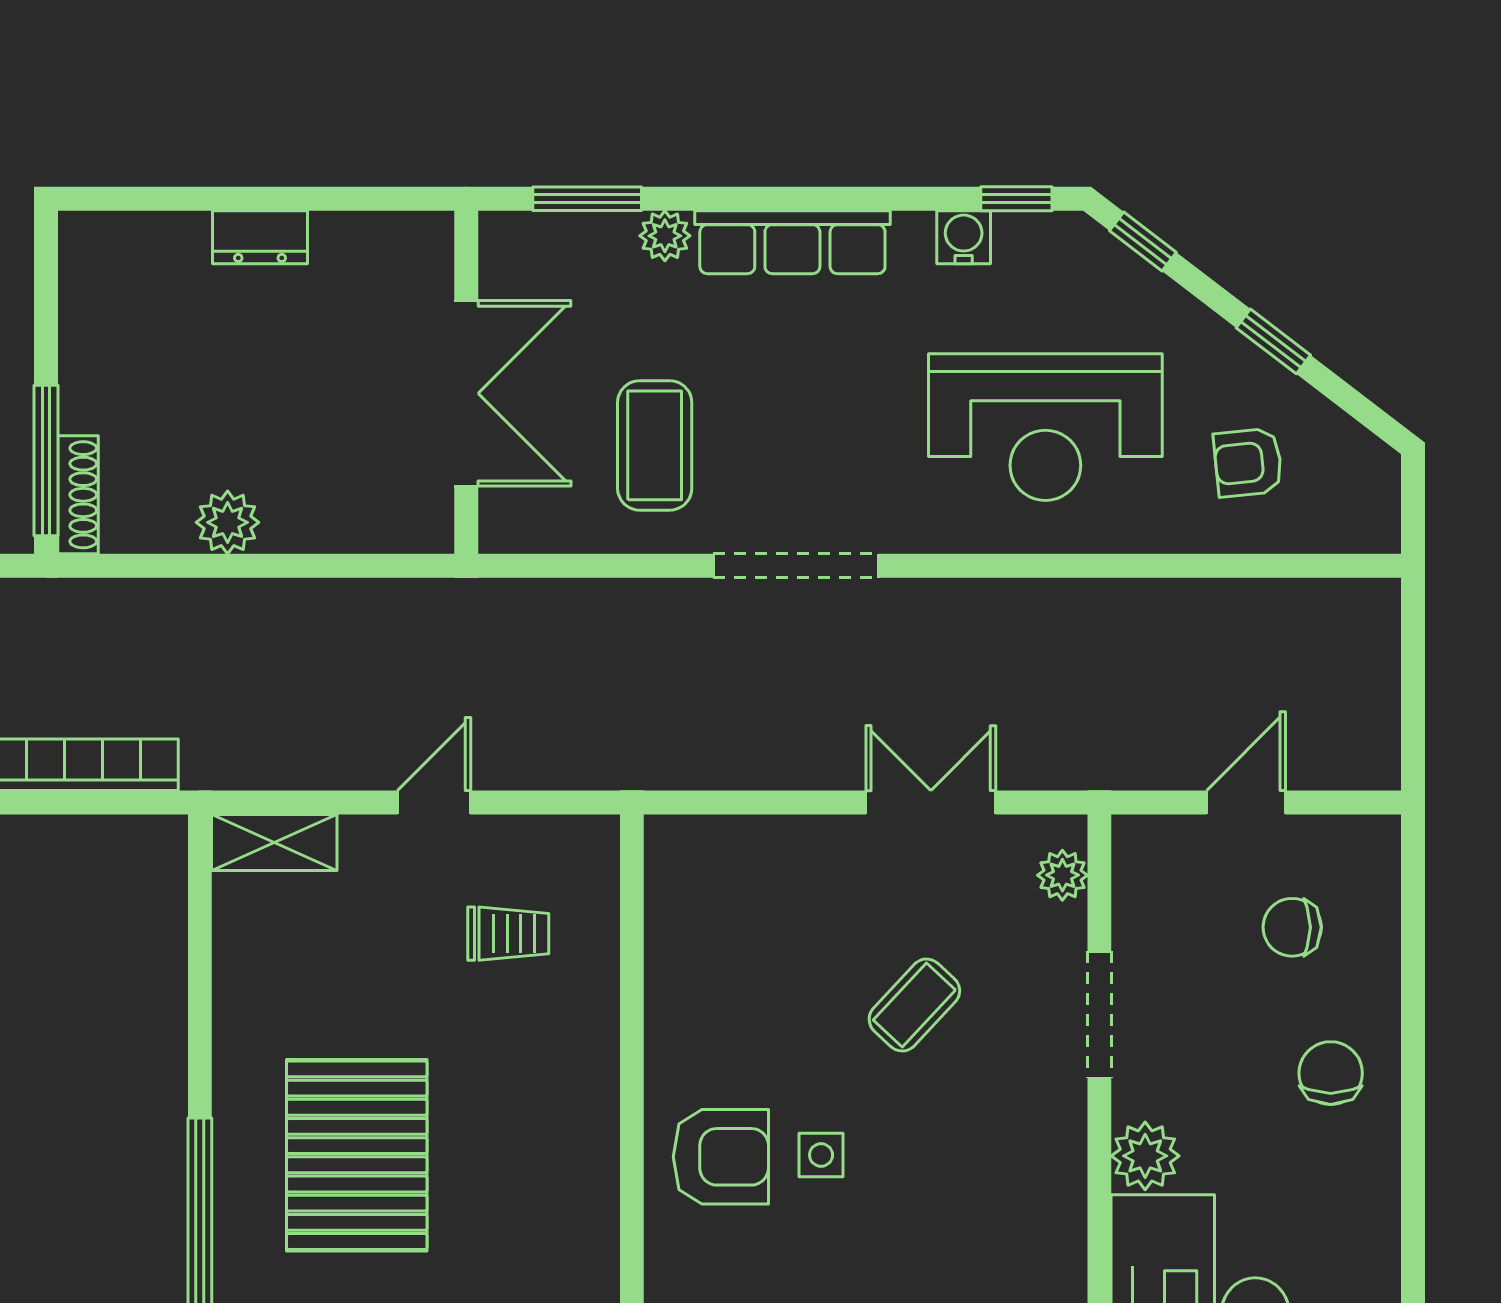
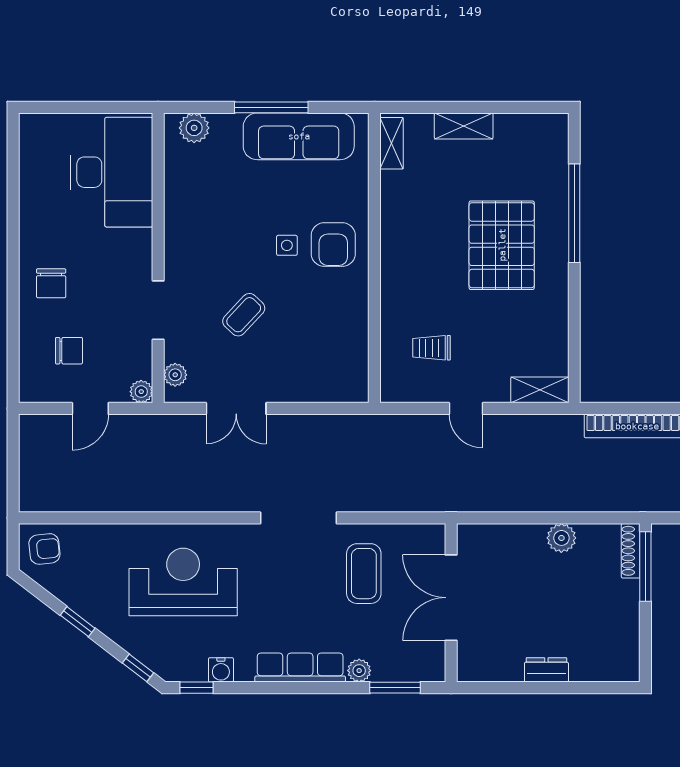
armchair: (1248, 463) -> (44, 549), moved
door: (434, 802) -> (466, 408), hinge flipped
plant: (1145, 1156) -> (141, 392), moved, width x0.73, depth x0.73
armchair: (721, 1157) -> (333, 245), turned -90

